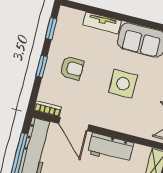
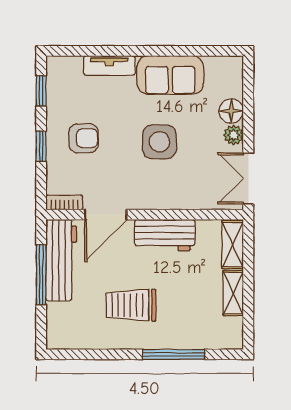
door: (74, 124) -> (106, 215), hinge flipped

